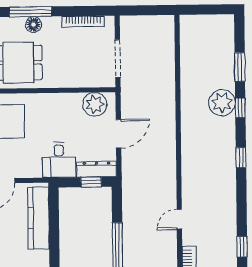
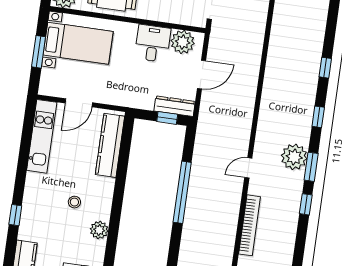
window: (240, 67) -> (311, 167), moved
plant: (222, 103) -> (294, 157), moved
desk: (59, 160) -> (153, 43), moved, turned 180

